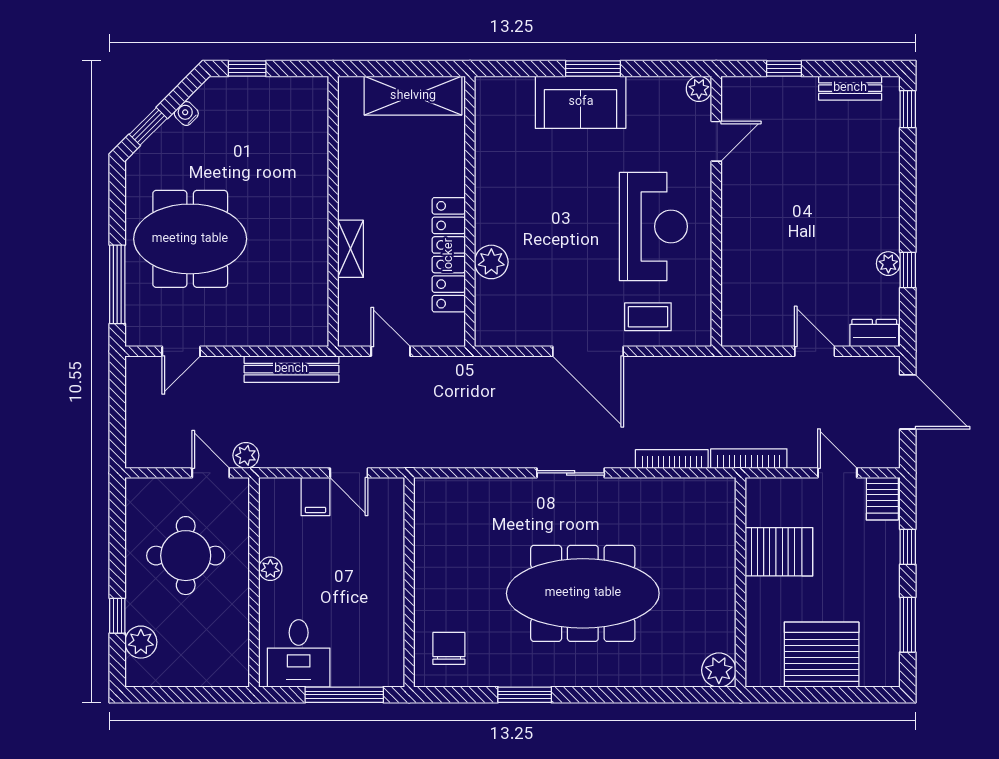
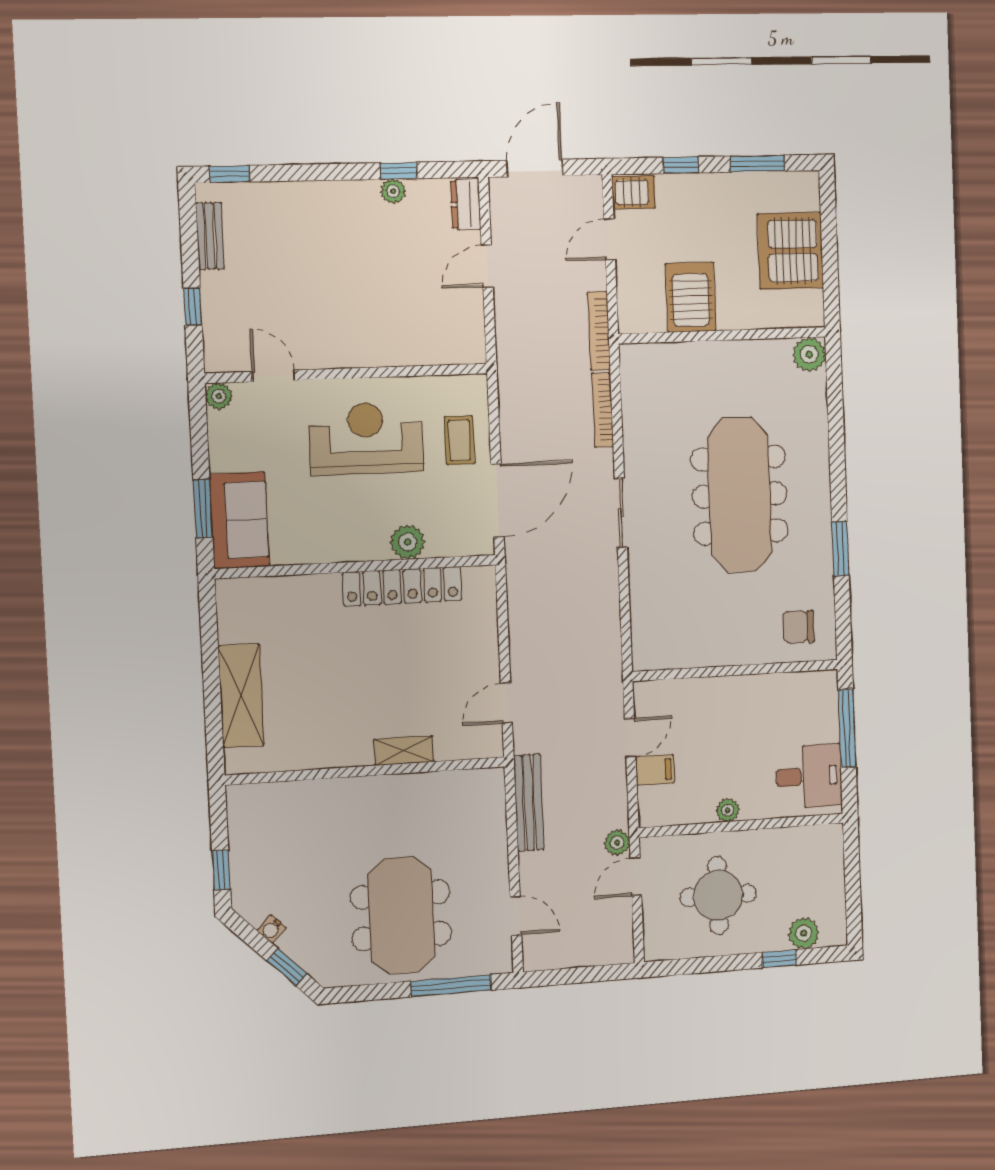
wall: (470, 211) -> (356, 567), moved
locker: (449, 255) -> (402, 586), moved
plant: (491, 262) -> (408, 542), moved

